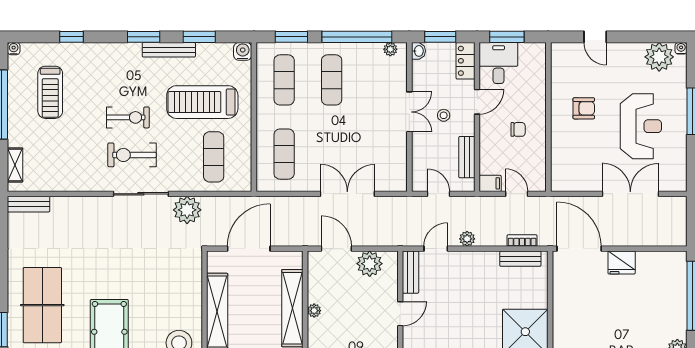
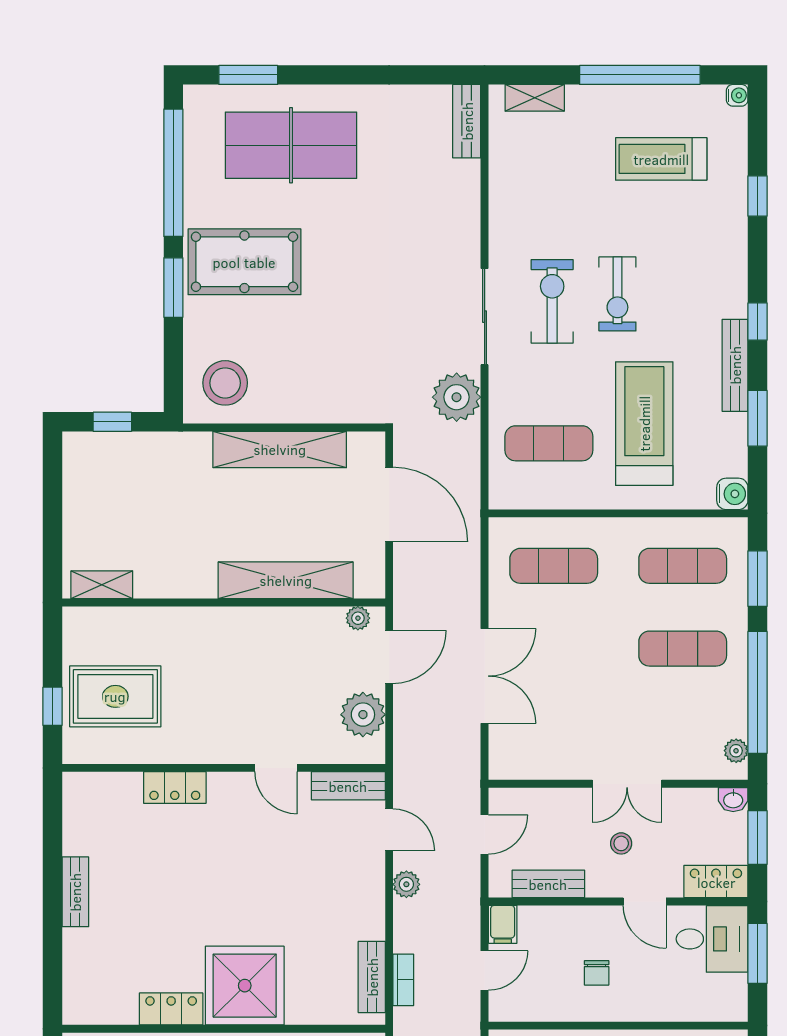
window: (144, 37) -> (758, 322), width x0.67
plant: (314, 311) -> (358, 618), moved

